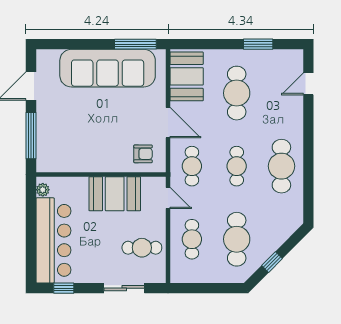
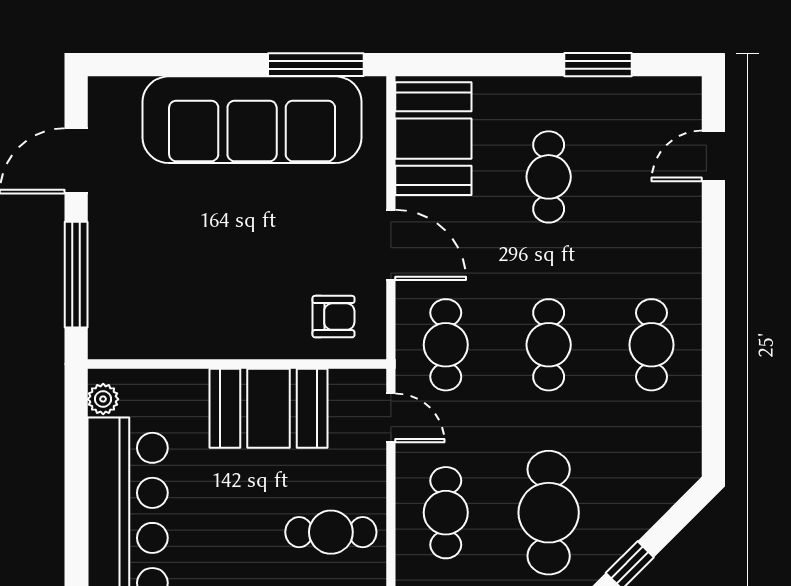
cafe table: (237, 93) -> (549, 177), width x0.73, depth x0.74
cafe table: (281, 166) -> (651, 345), width x0.73, depth x0.74

